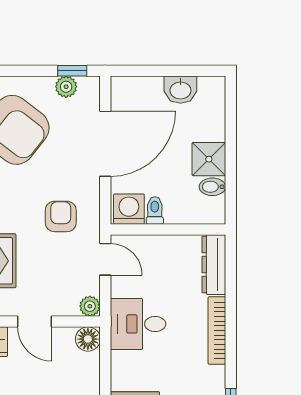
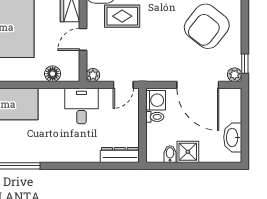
plant: (66, 87) -> (235, 75), moved
washbasin: (180, 90) -> (233, 137), width x1.38
armchair: (61, 216) -> (151, 56), removed
bookcase: (217, 331) -> (77, 157), removed
floor lamp: (88, 339) -> (53, 74), moved

